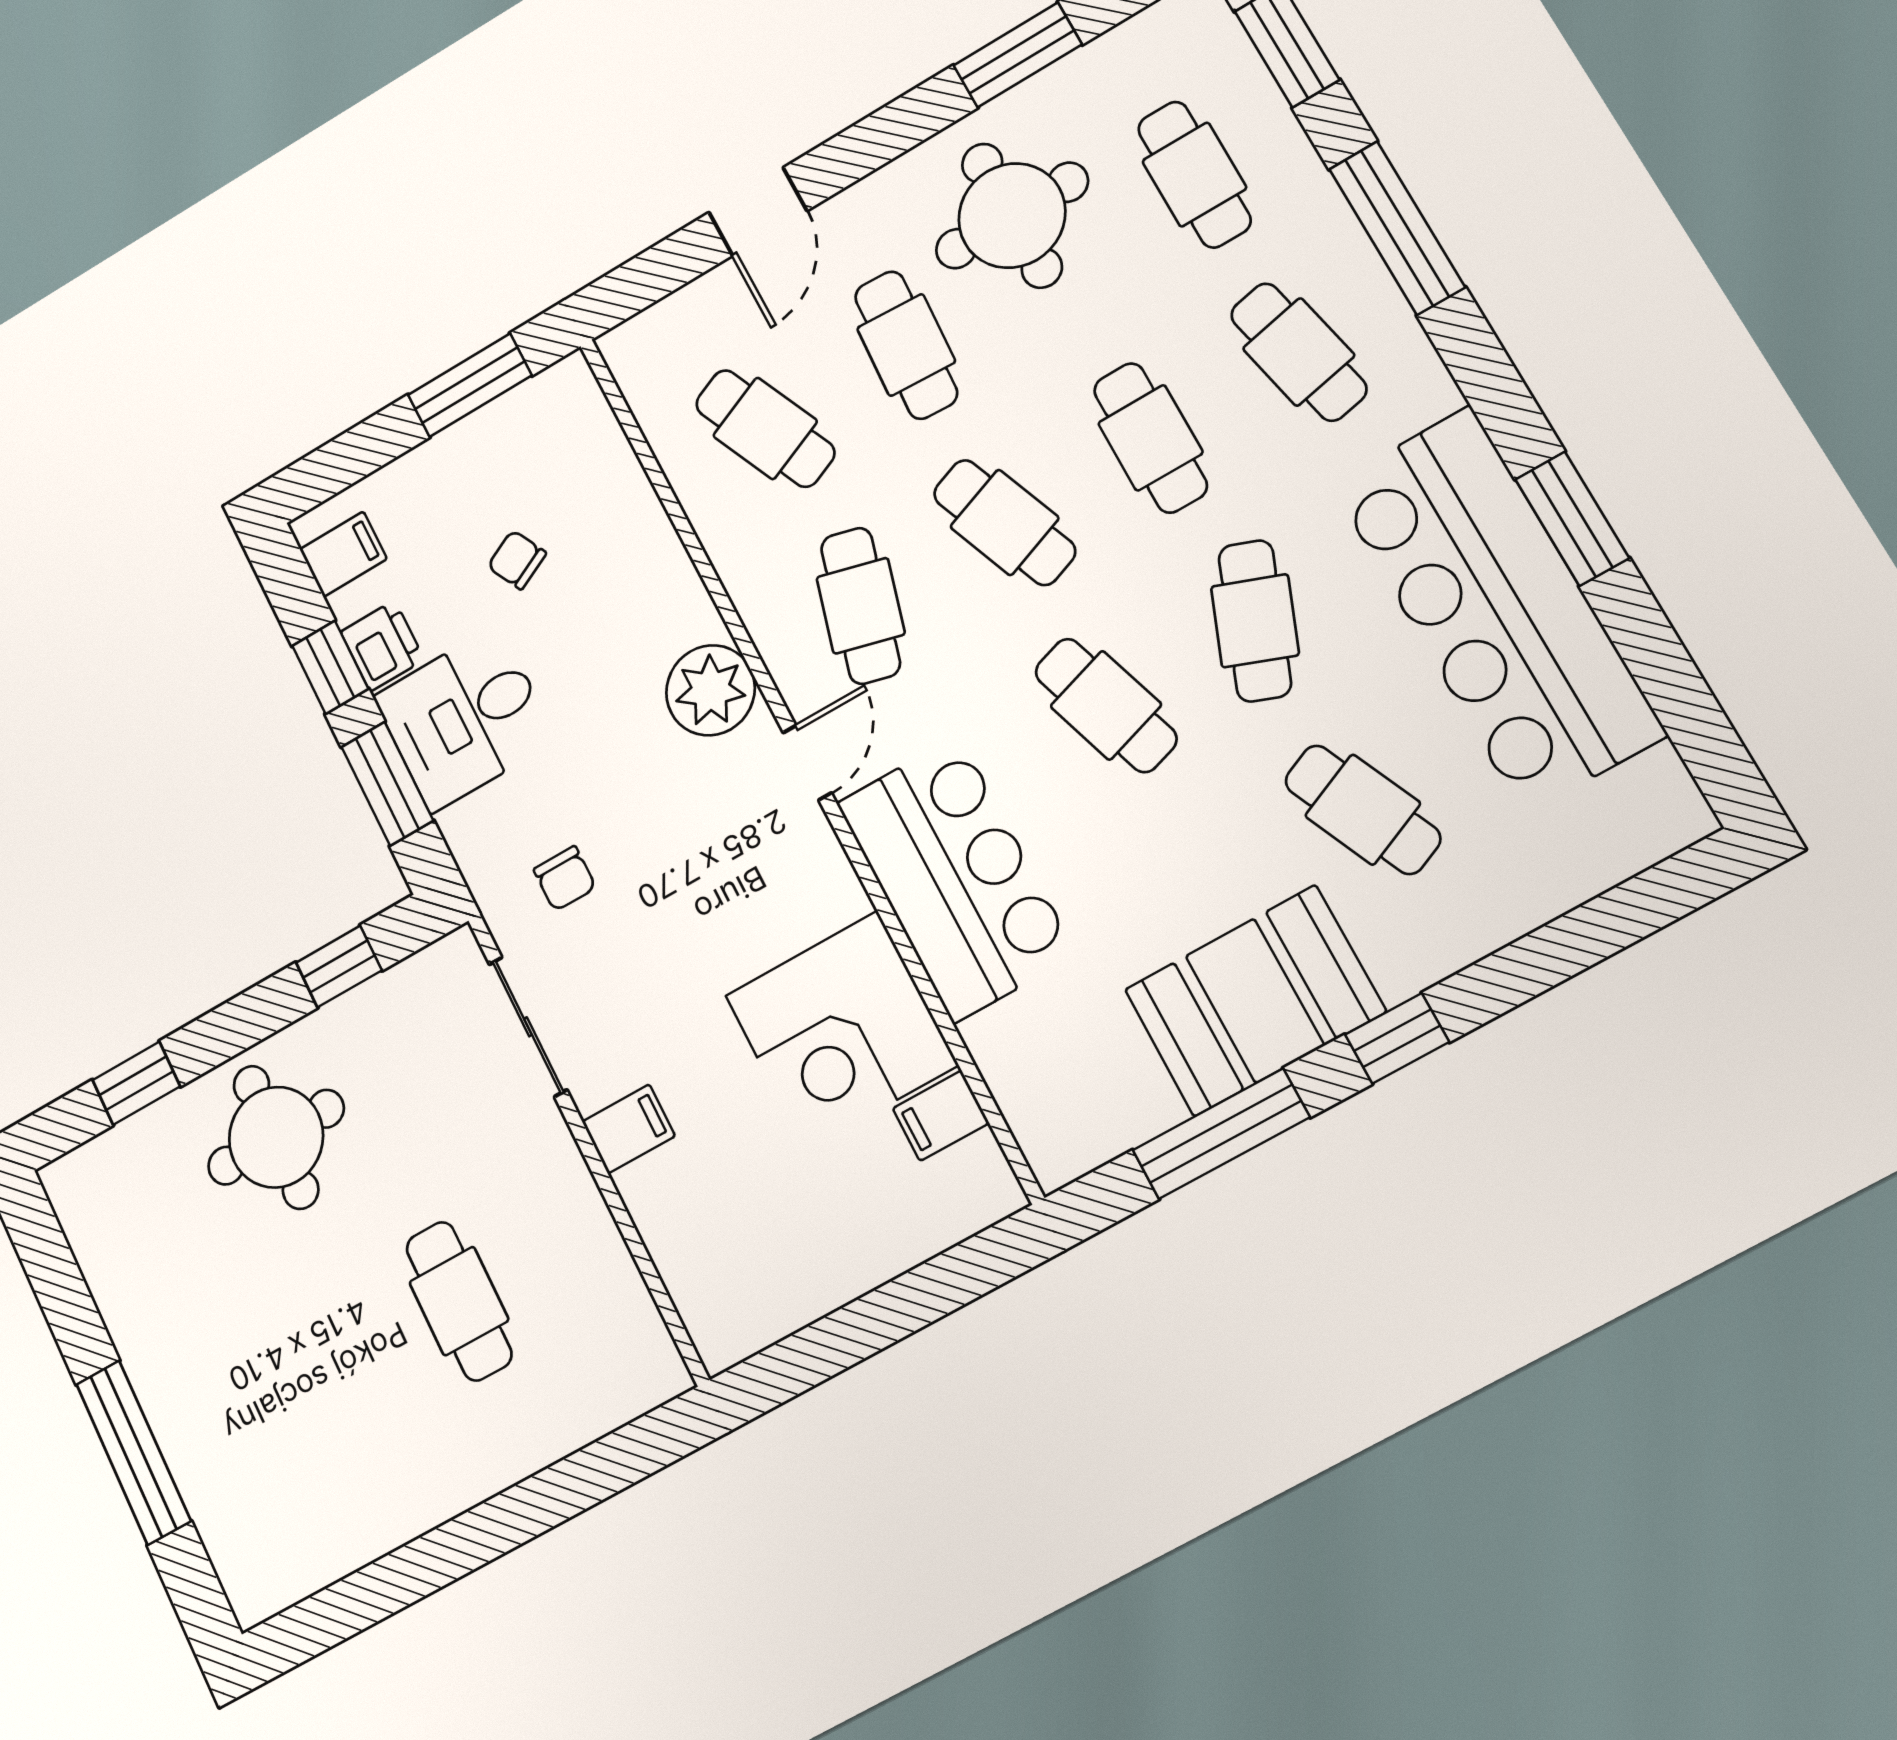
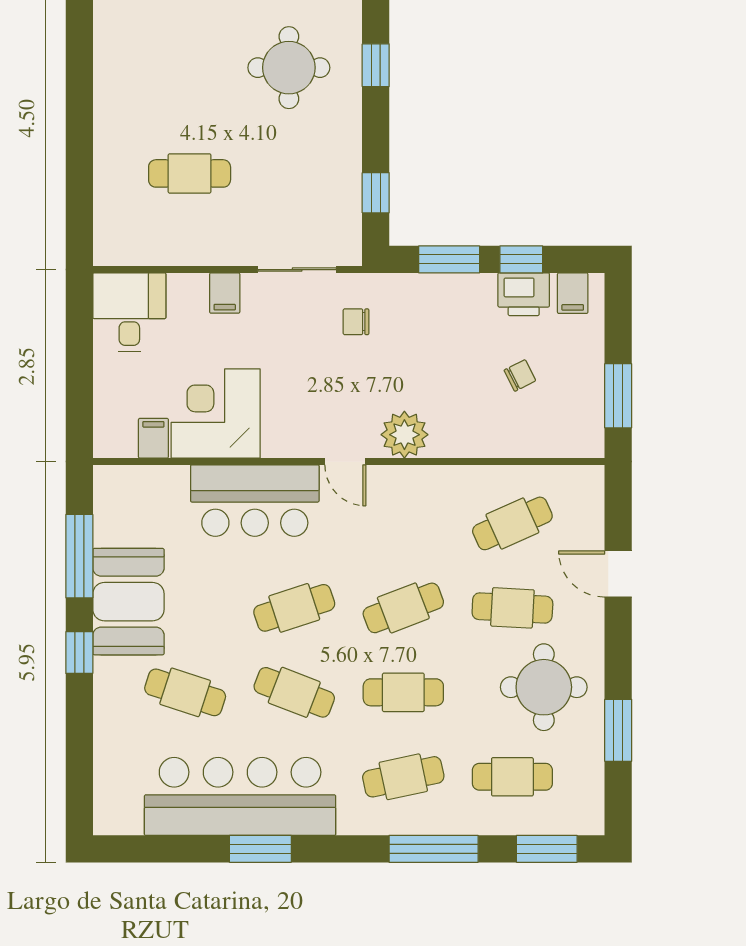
cafe table: (861, 606) -> (403, 523), removed
printer: (382, 646) -> (524, 294), width x1.36, depth x1.24
desk: (465, 718) -> (129, 312), moved
cafe table: (1363, 810) -> (185, 692), turned 42
round table: (276, 1137) -> (289, 68), moved

